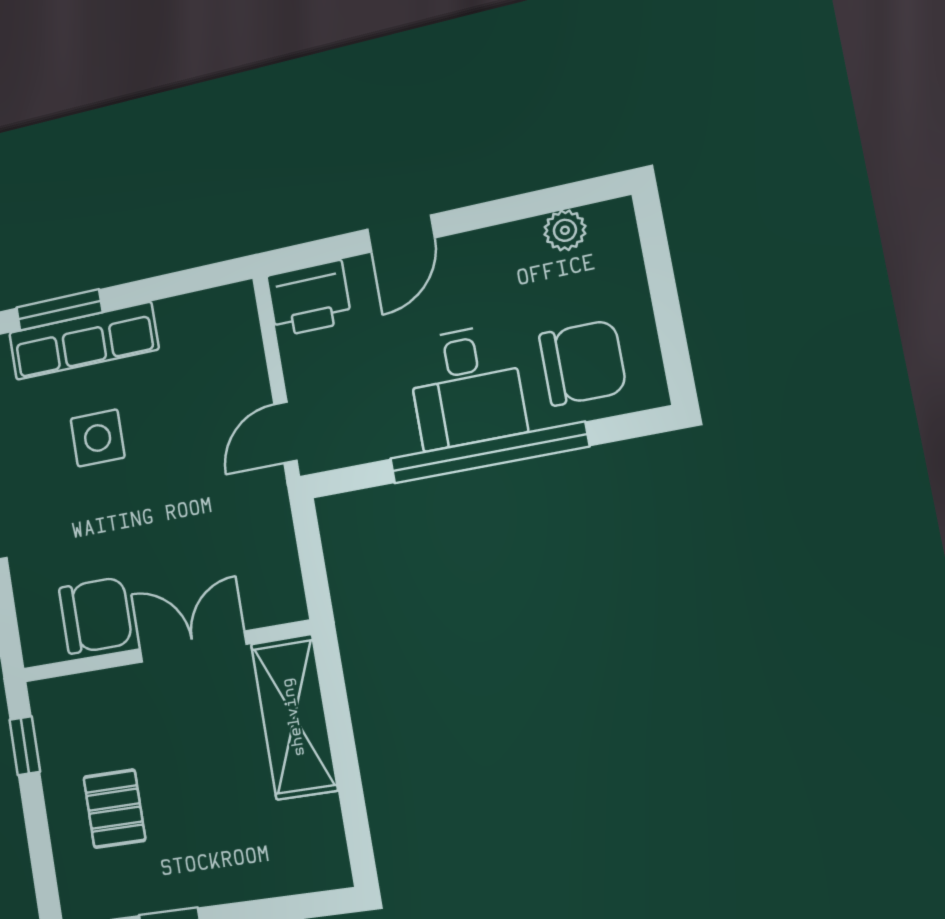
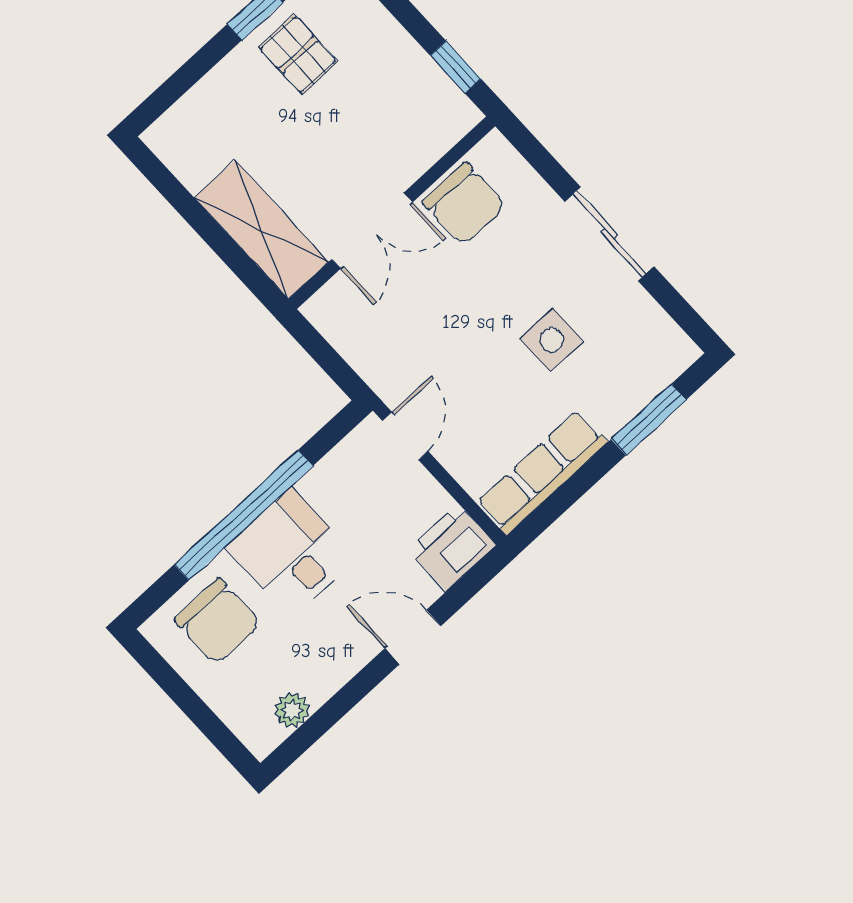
door: (401, 234) -> (413, 637), hinge flipped
row of seats: (83, 341) -> (542, 472), moved
chair: (583, 363) -> (218, 621), turned -90
chair: (96, 615) -> (464, 204), turned -90
pallet: (114, 809) -> (298, 54), moved

